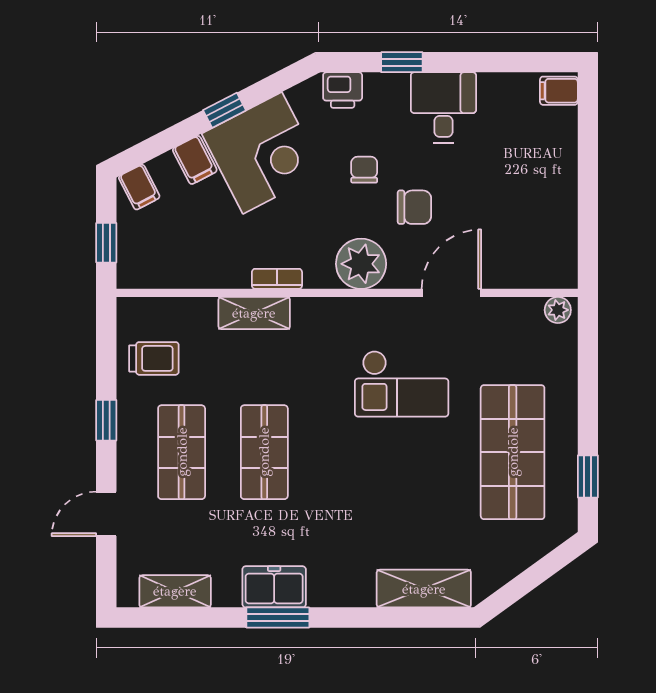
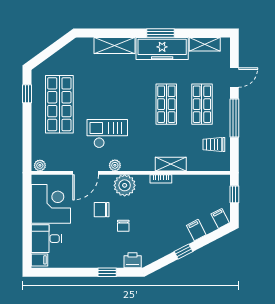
desk: (443, 107) -> (46, 239), moved, turned 90
corner desk: (262, 153) -> (51, 204), moved, turned 117
plant: (384, 310) -> (115, 165), added
window: (106, 420) -> (234, 118), width x2.17
freezer: (274, 587) -> (162, 48), width x1.91, depth x1.26
shelving: (424, 589) -> (115, 45), moved

